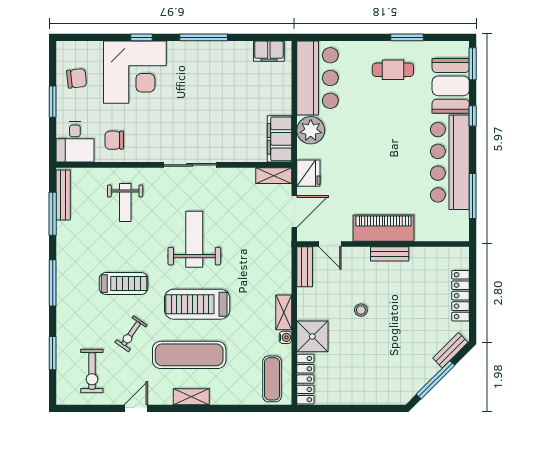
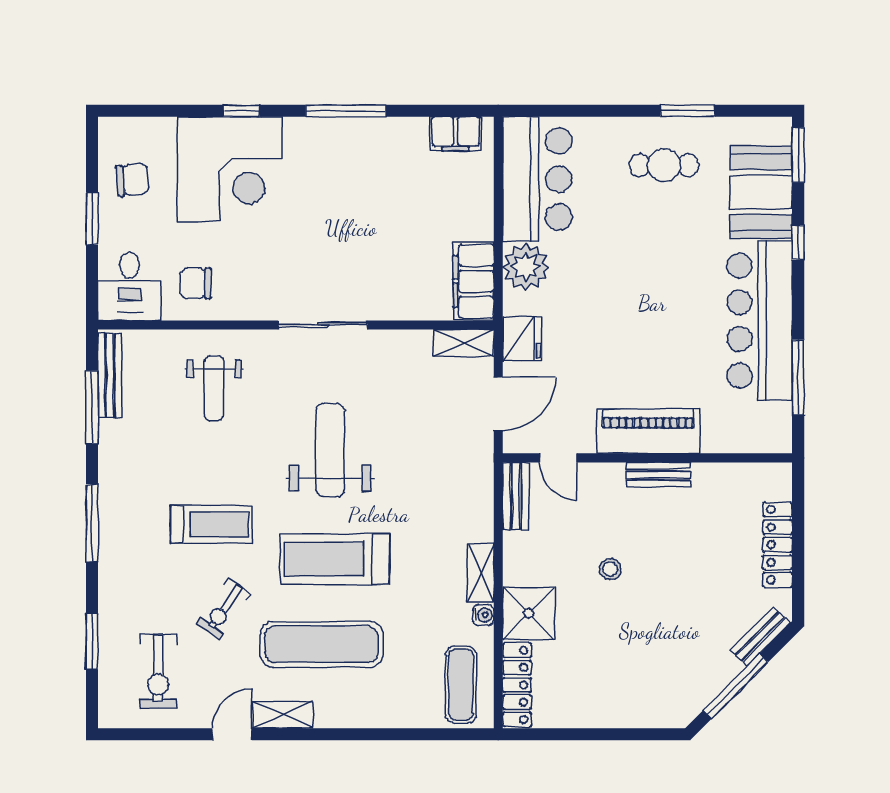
shelving: (191, 397) -> (283, 715), moved

